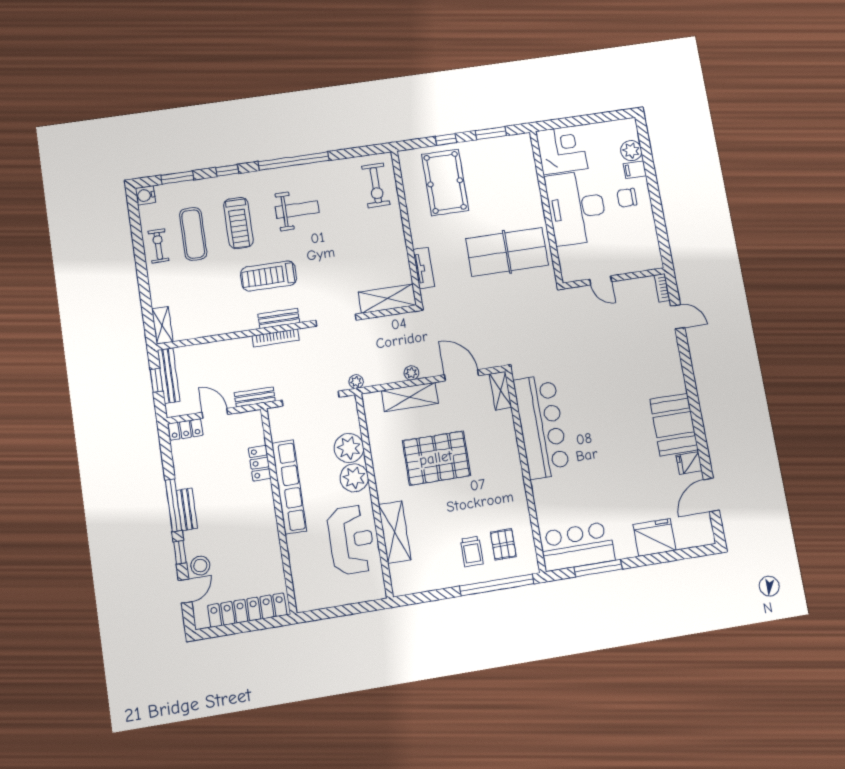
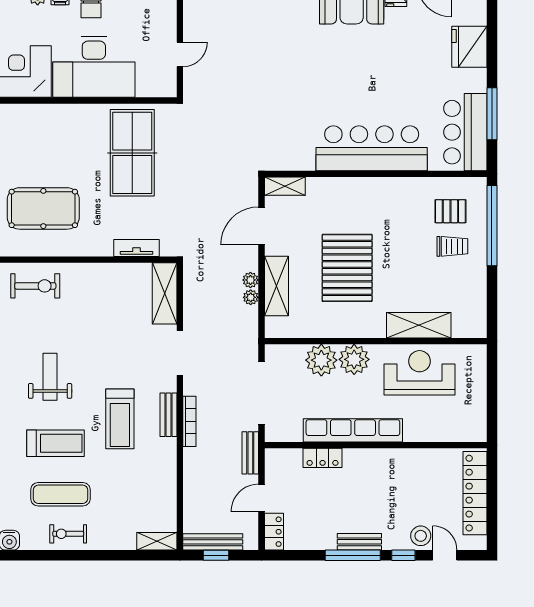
plant: (356, 382) -> (251, 297), moved
bar counter: (541, 427) -> (372, 148), moved

